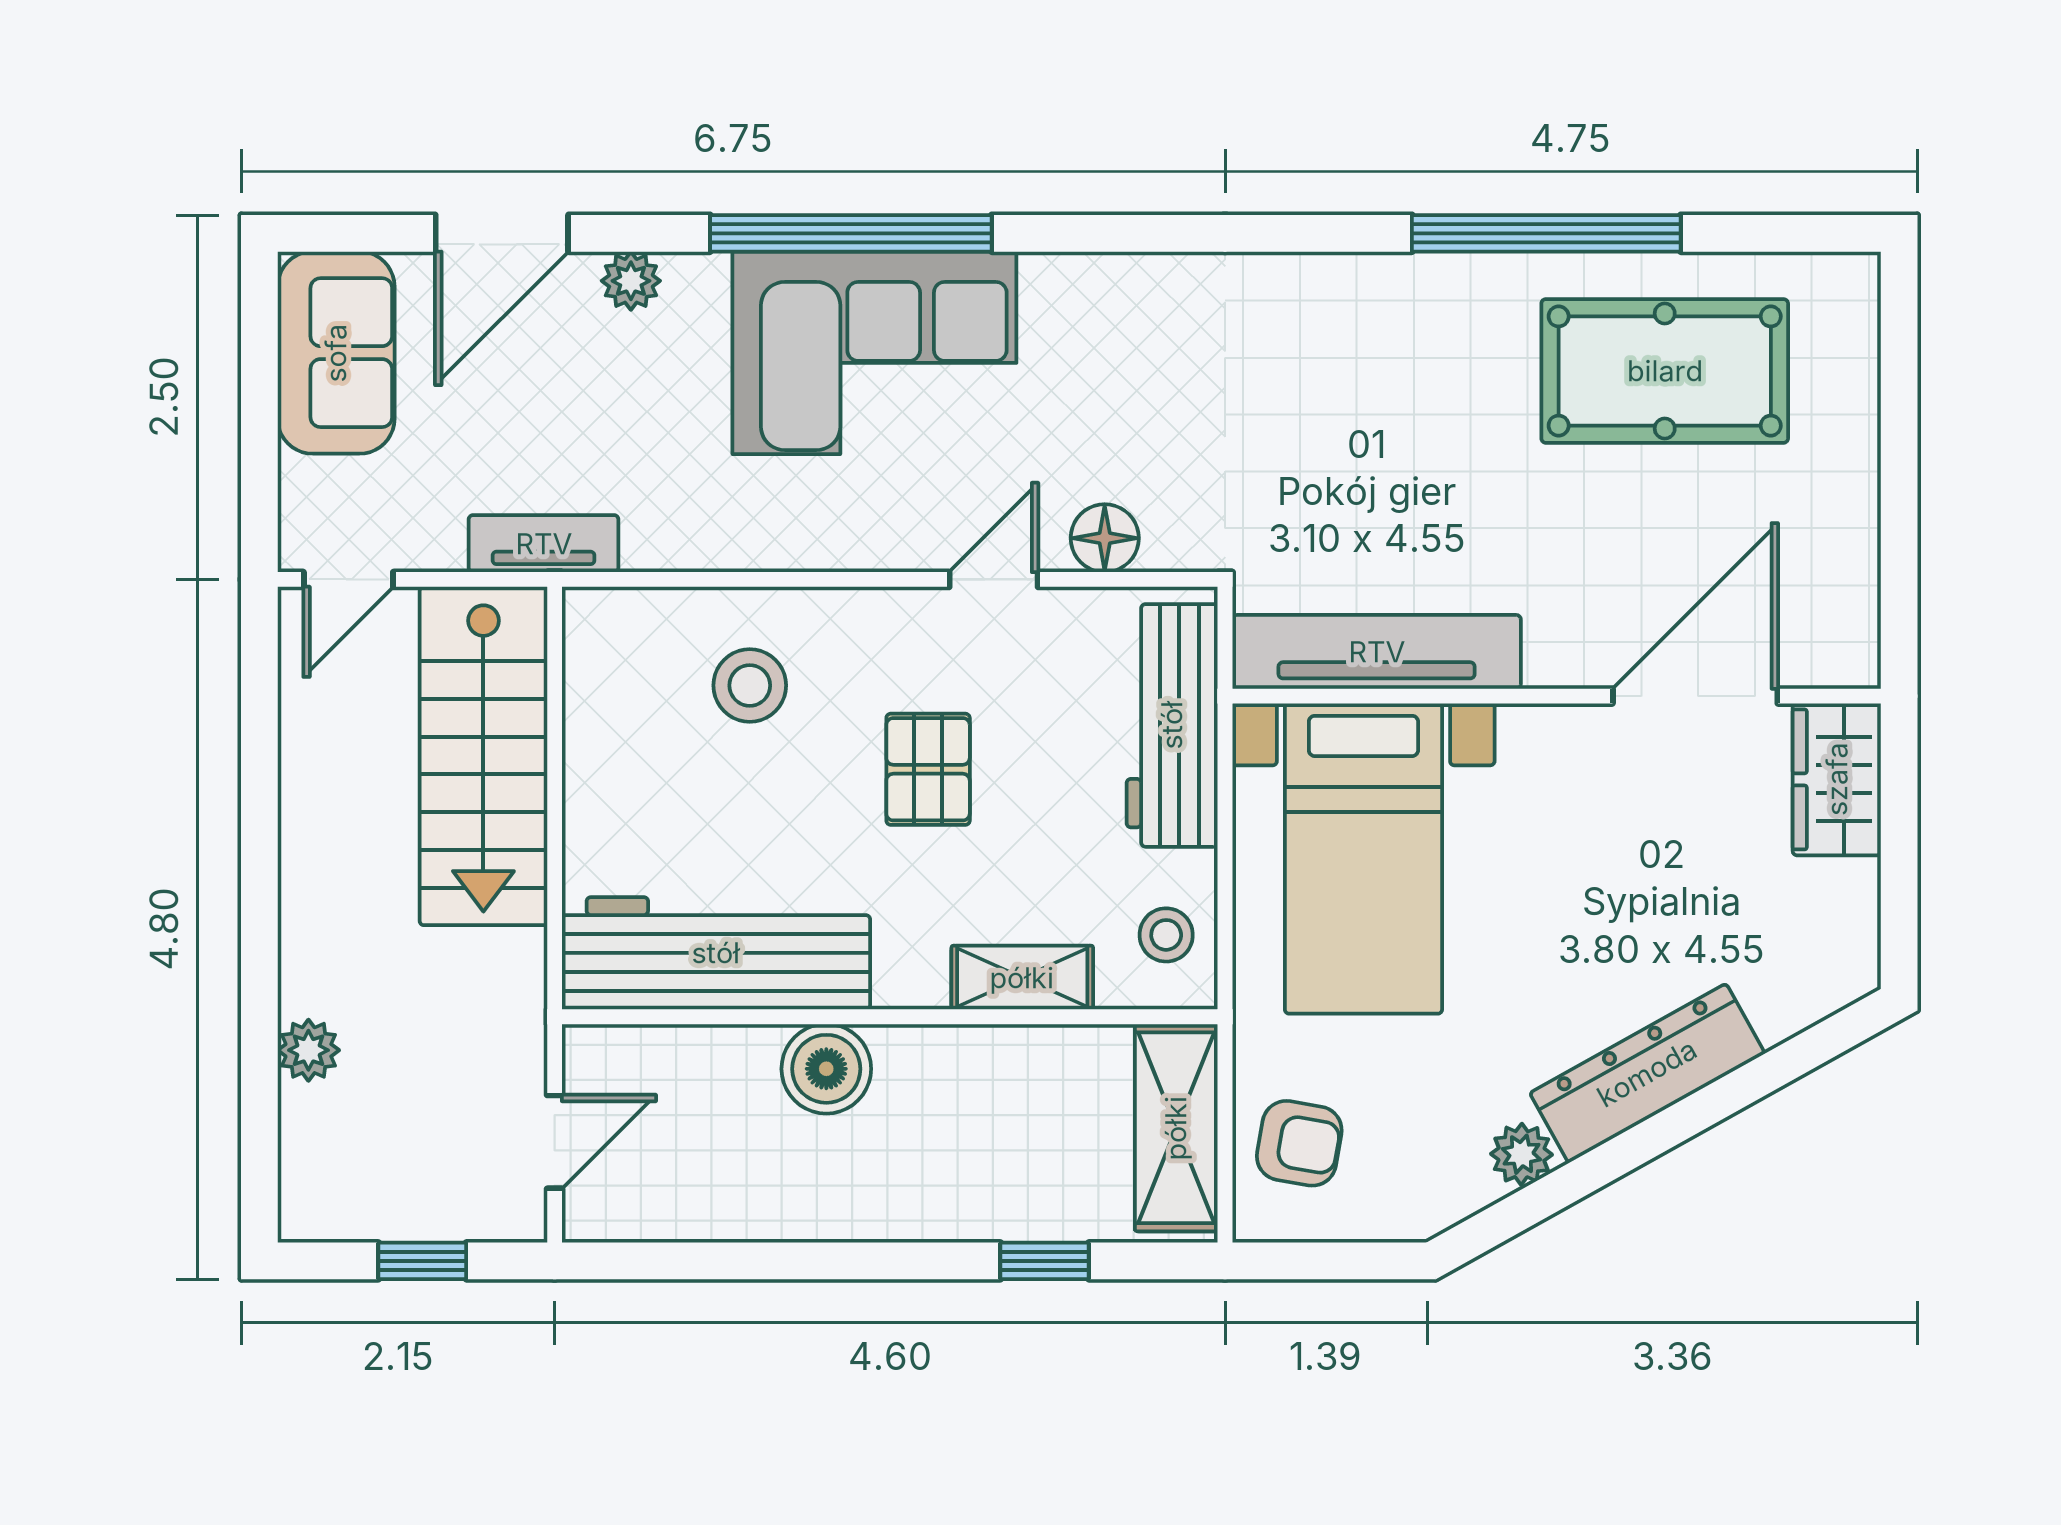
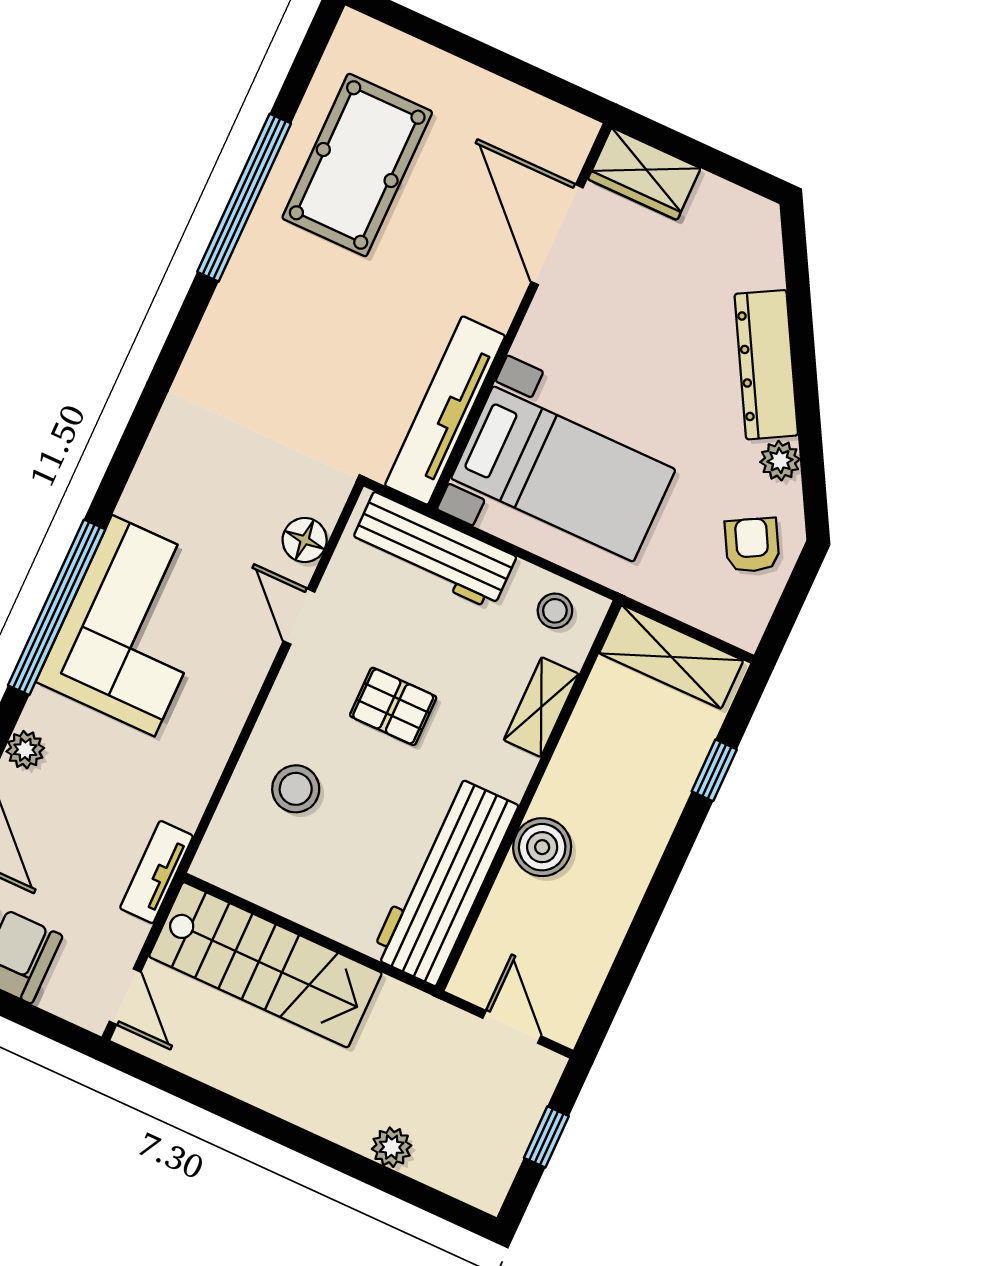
armchair: (1299, 1143) -> (752, 545), moved, turned -39

